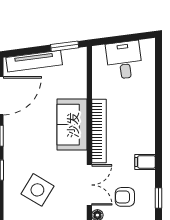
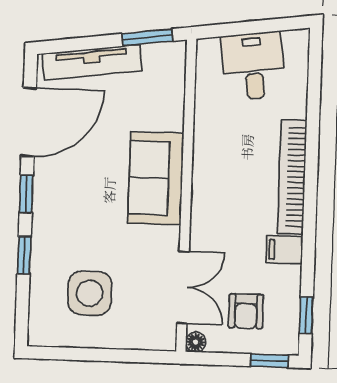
bookcase: (99, 131) -> (292, 177), moved, turned 180
side table: (37, 190) -> (90, 293), turned -31
armchair: (125, 197) -> (246, 311), turned -90

